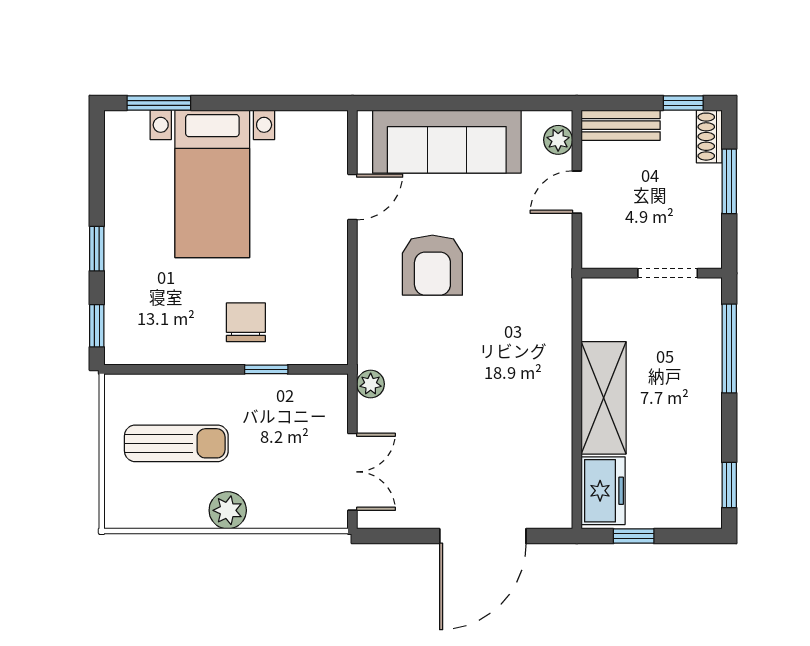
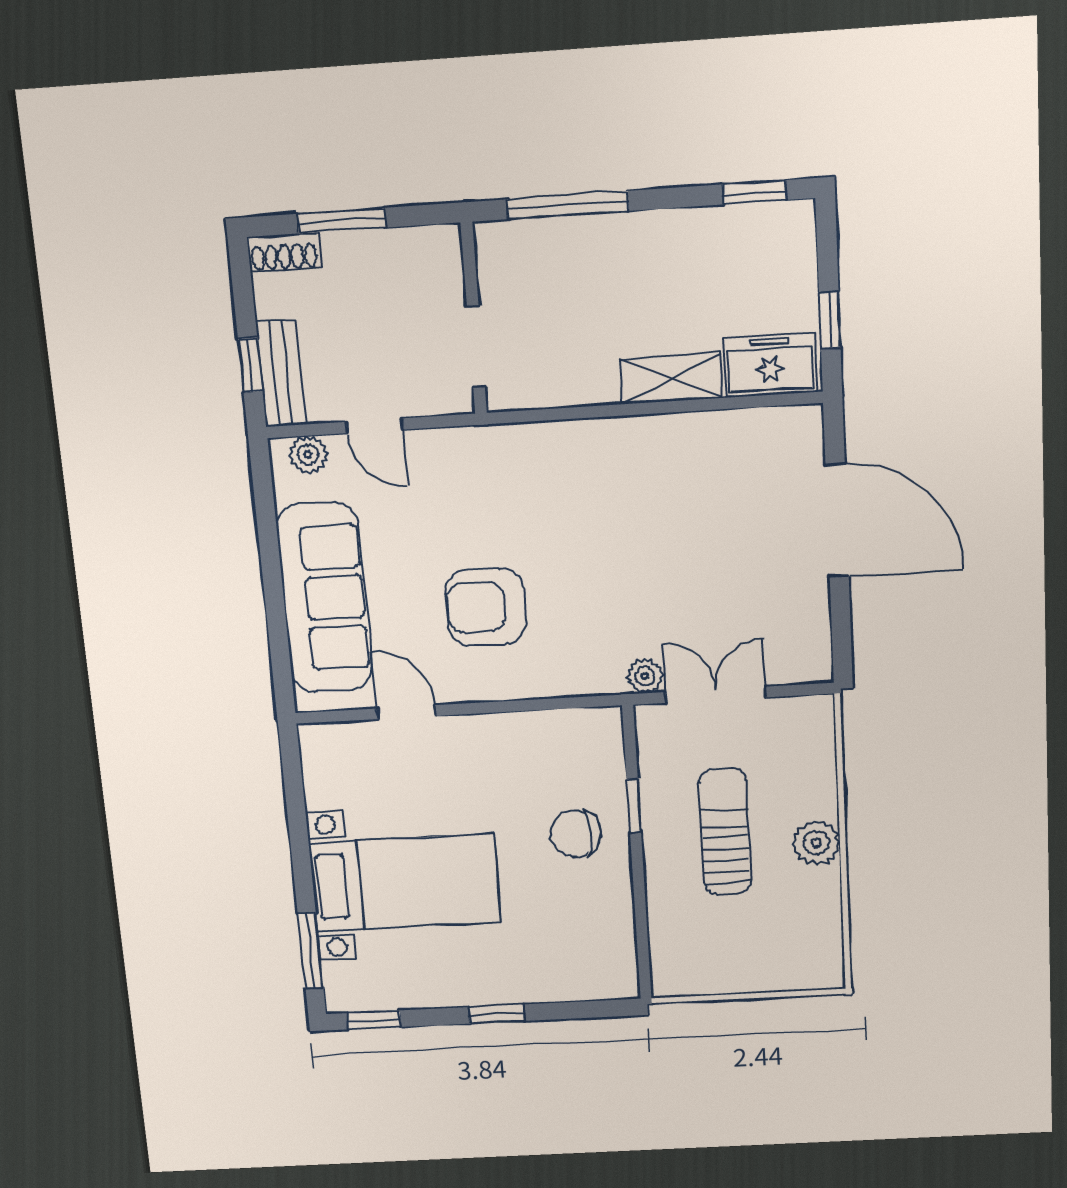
window: (683, 103) -> (250, 365), moved
armchair: (432, 265) -> (486, 607), turned 180
doorway: (668, 273) -> (476, 347), moved
window: (97, 326) -> (374, 1020), moved
shelving: (604, 398) -> (671, 378), width x0.67, depth x0.75
sun lounger: (176, 443) -> (725, 832), moved
double door: (352, 472) -> (715, 695), moved

